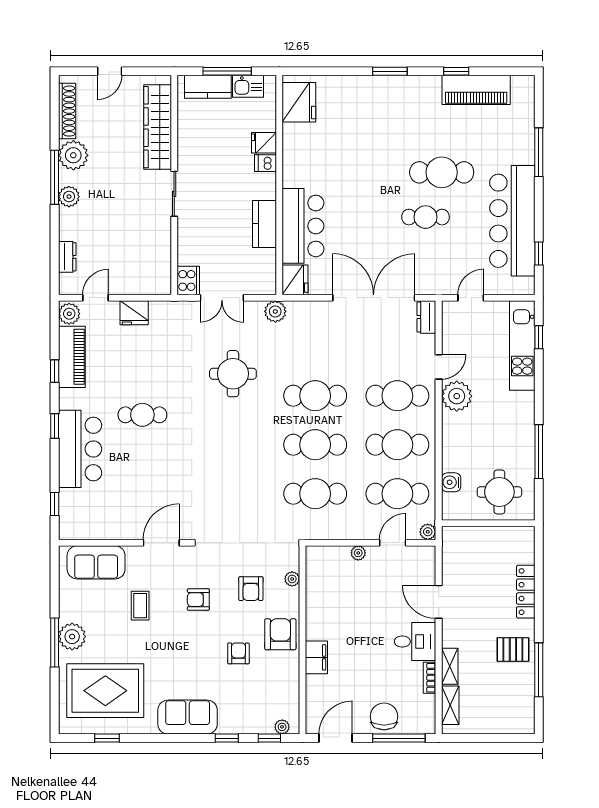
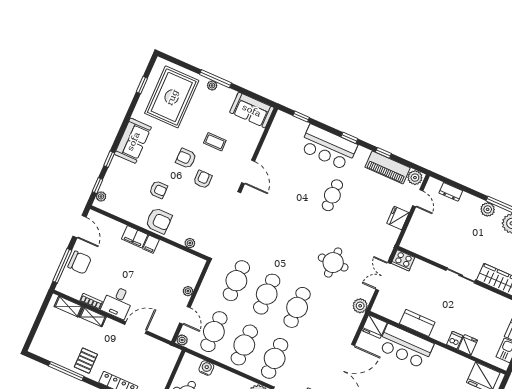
sofa: (96, 562) -> (252, 110), moved, turned -90
armchair: (251, 589) -> (186, 158), moved
filing cabinet: (317, 631) -> (151, 244), added
plant: (72, 637) -> (212, 85), width x0.53, depth x0.53

